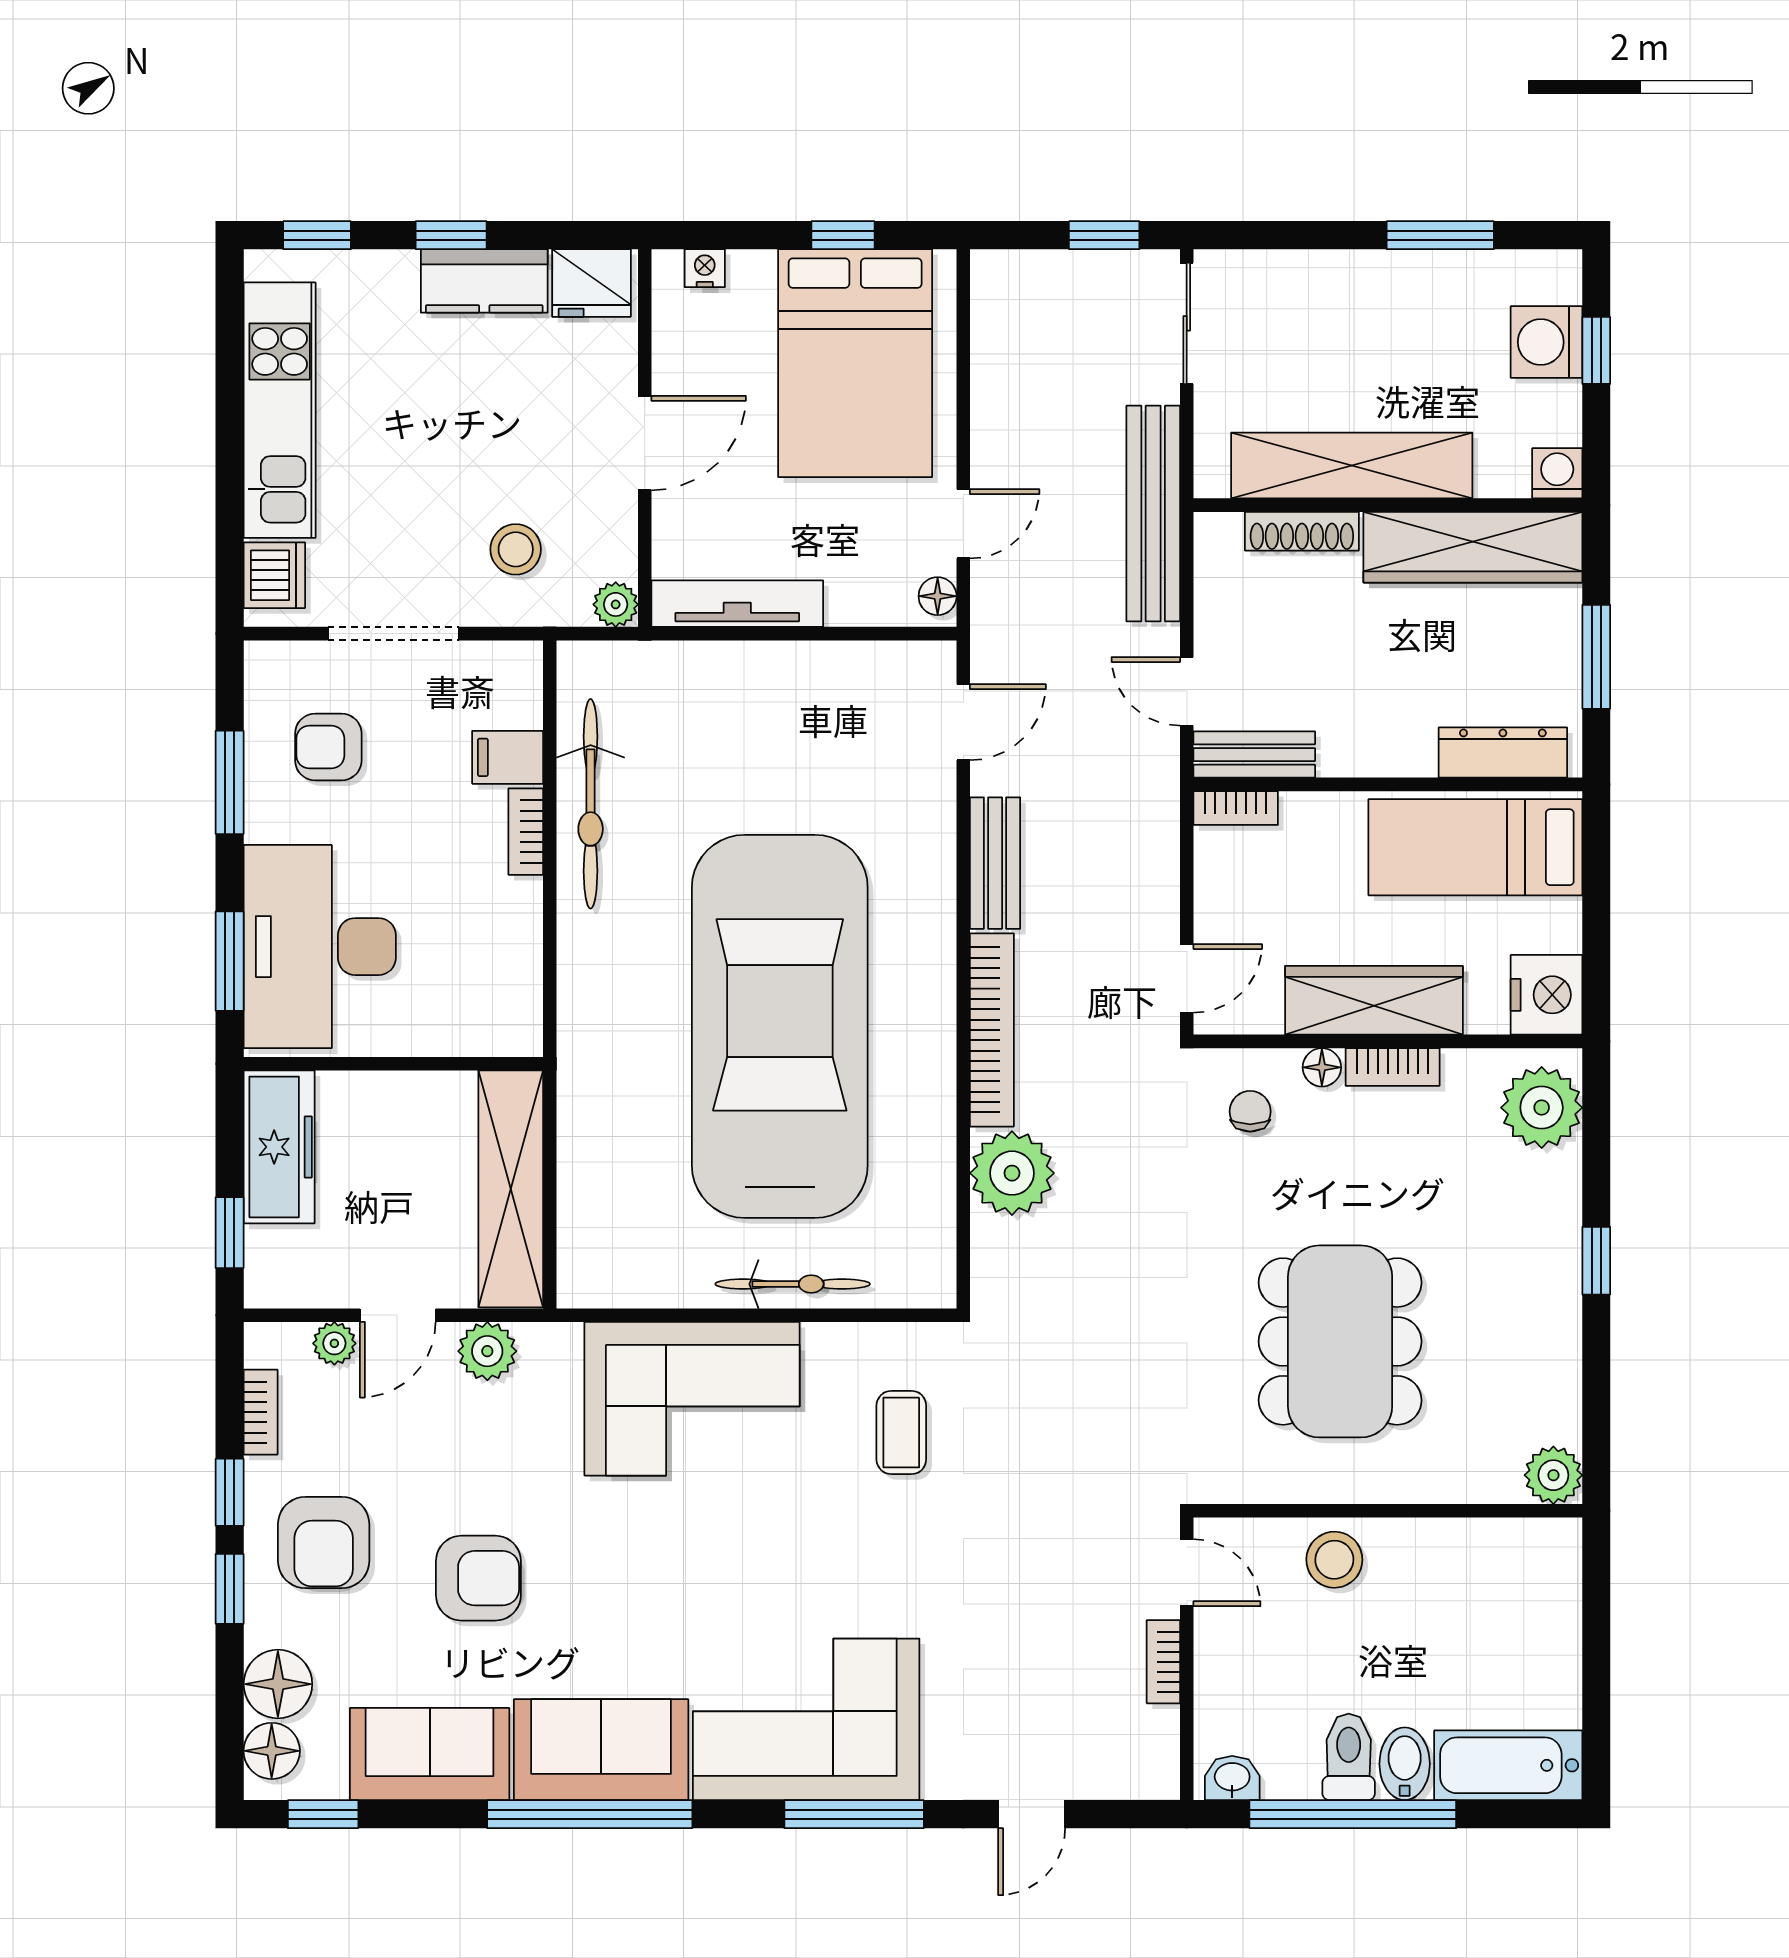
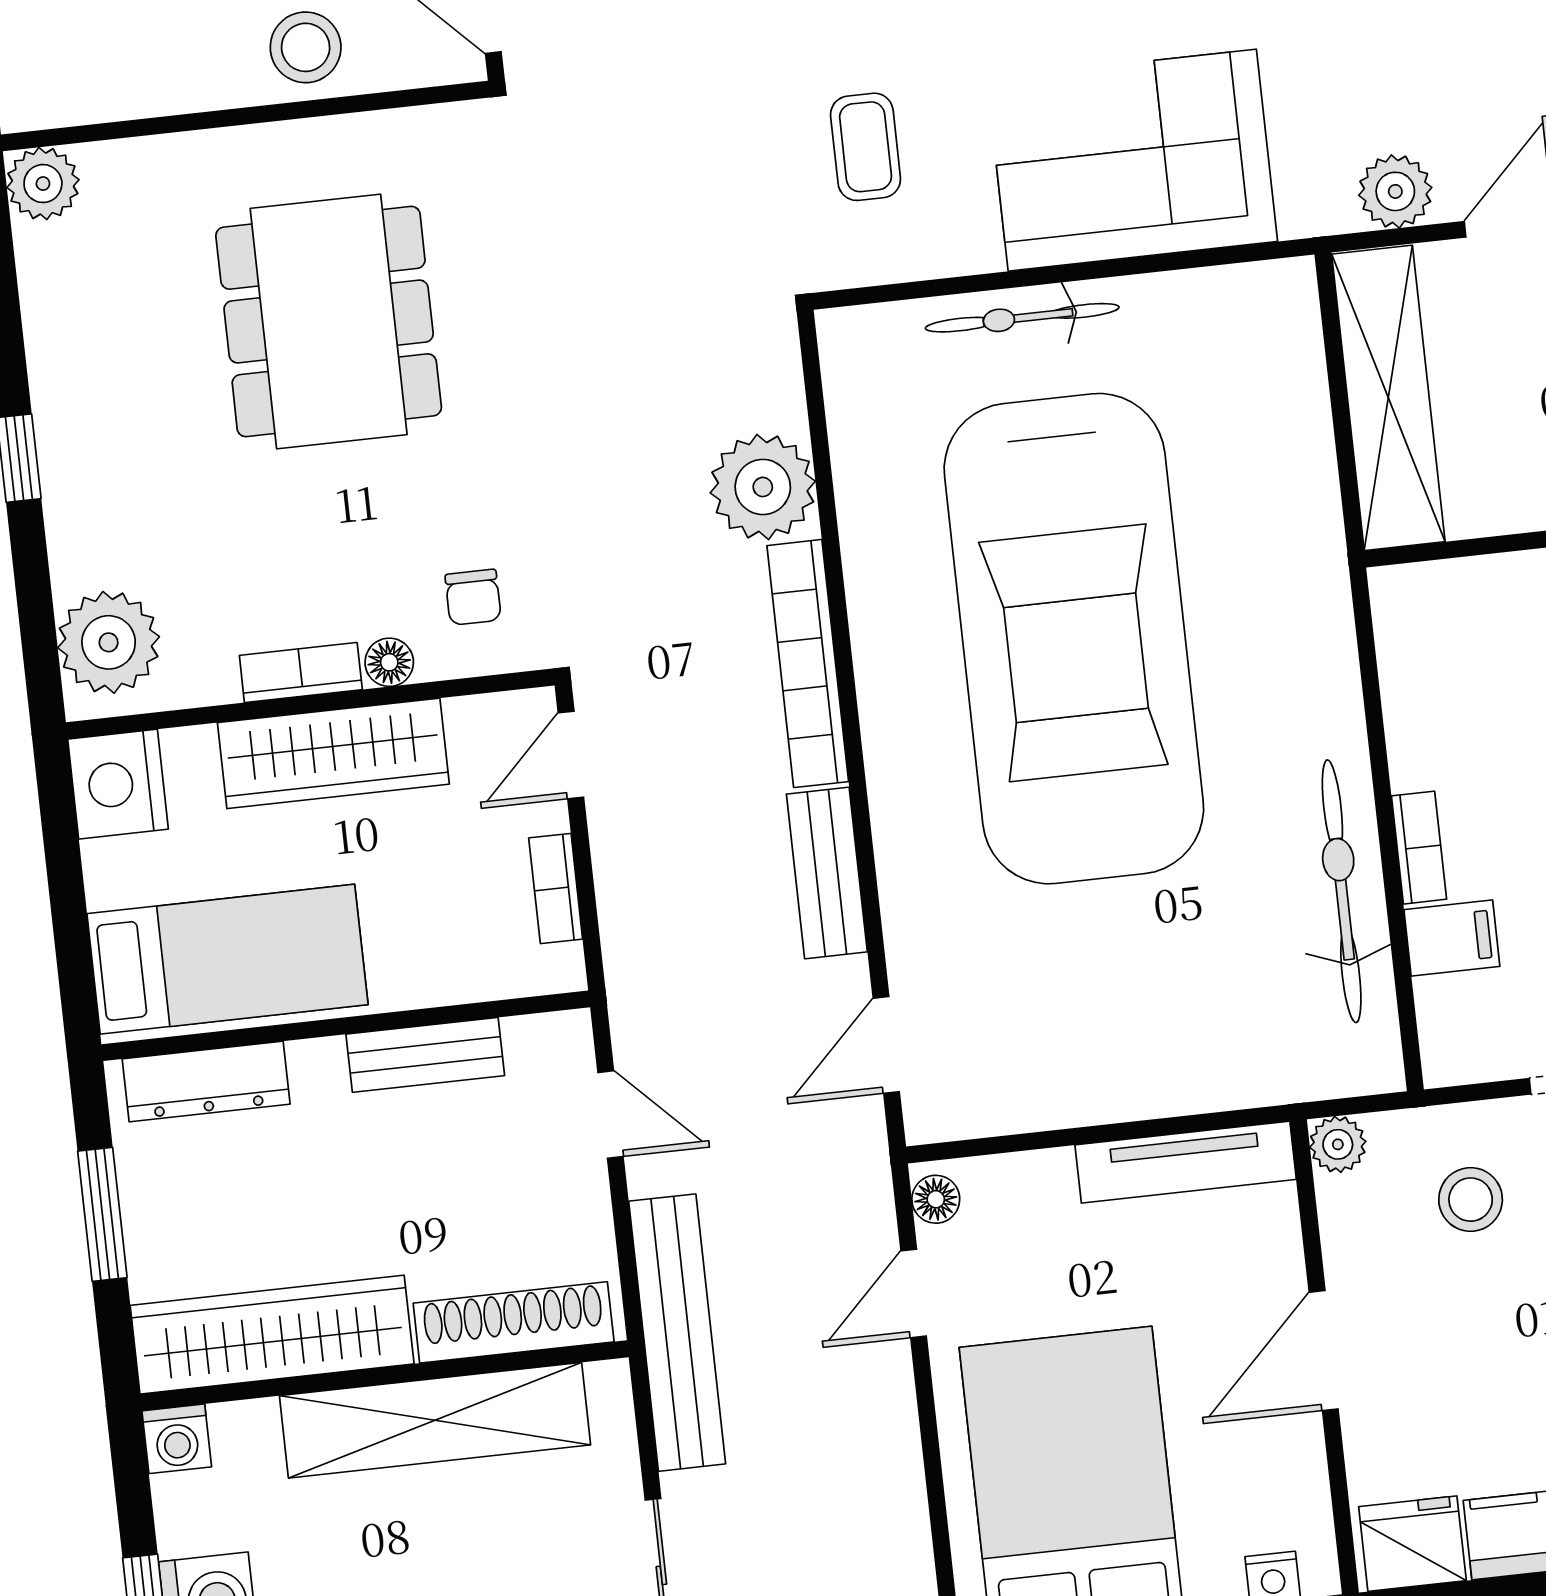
shoe rack: (1302, 531) -> (514, 1322), width x1.36, depth x1.24
bench: (1254, 755) -> (425, 1055), moved
bookcase: (1236, 808) -> (556, 888), moved, turned -90

